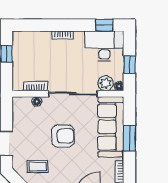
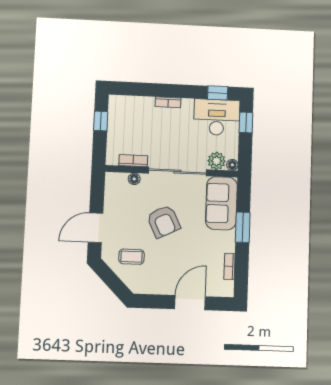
window: (129, 64) -> (246, 122), moved
sofa: (111, 127) -> (221, 203), width x0.73
armchair: (63, 136) -> (163, 221), turned 64

